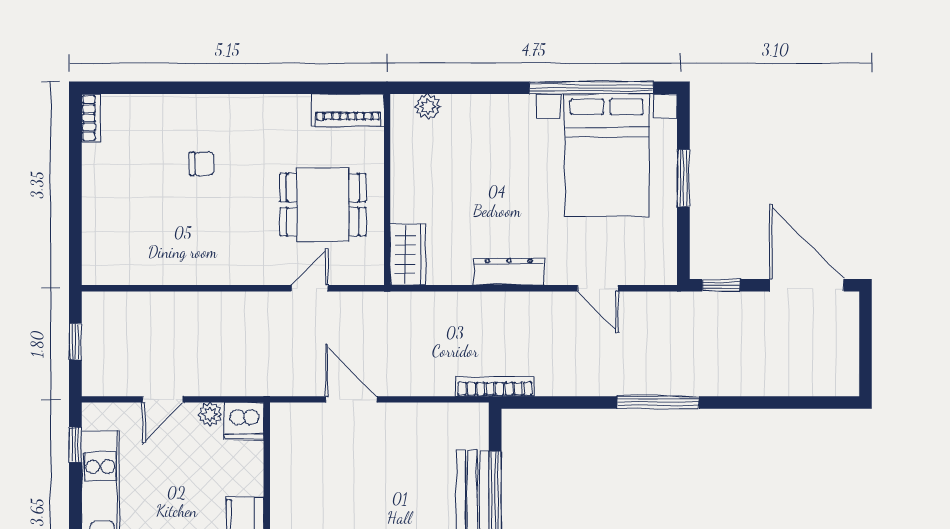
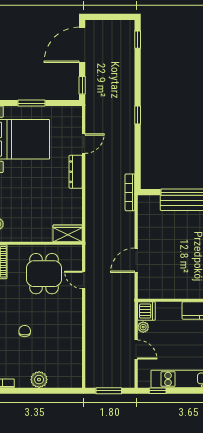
plant: (99, 194) -> (39, 380), added
dresser: (509, 272) -> (76, 172), moved
window: (75, 342) -> (109, 391), width x1.50
window: (658, 402) -> (138, 115), width x0.46
window: (817, 402) -> (138, 40), added

